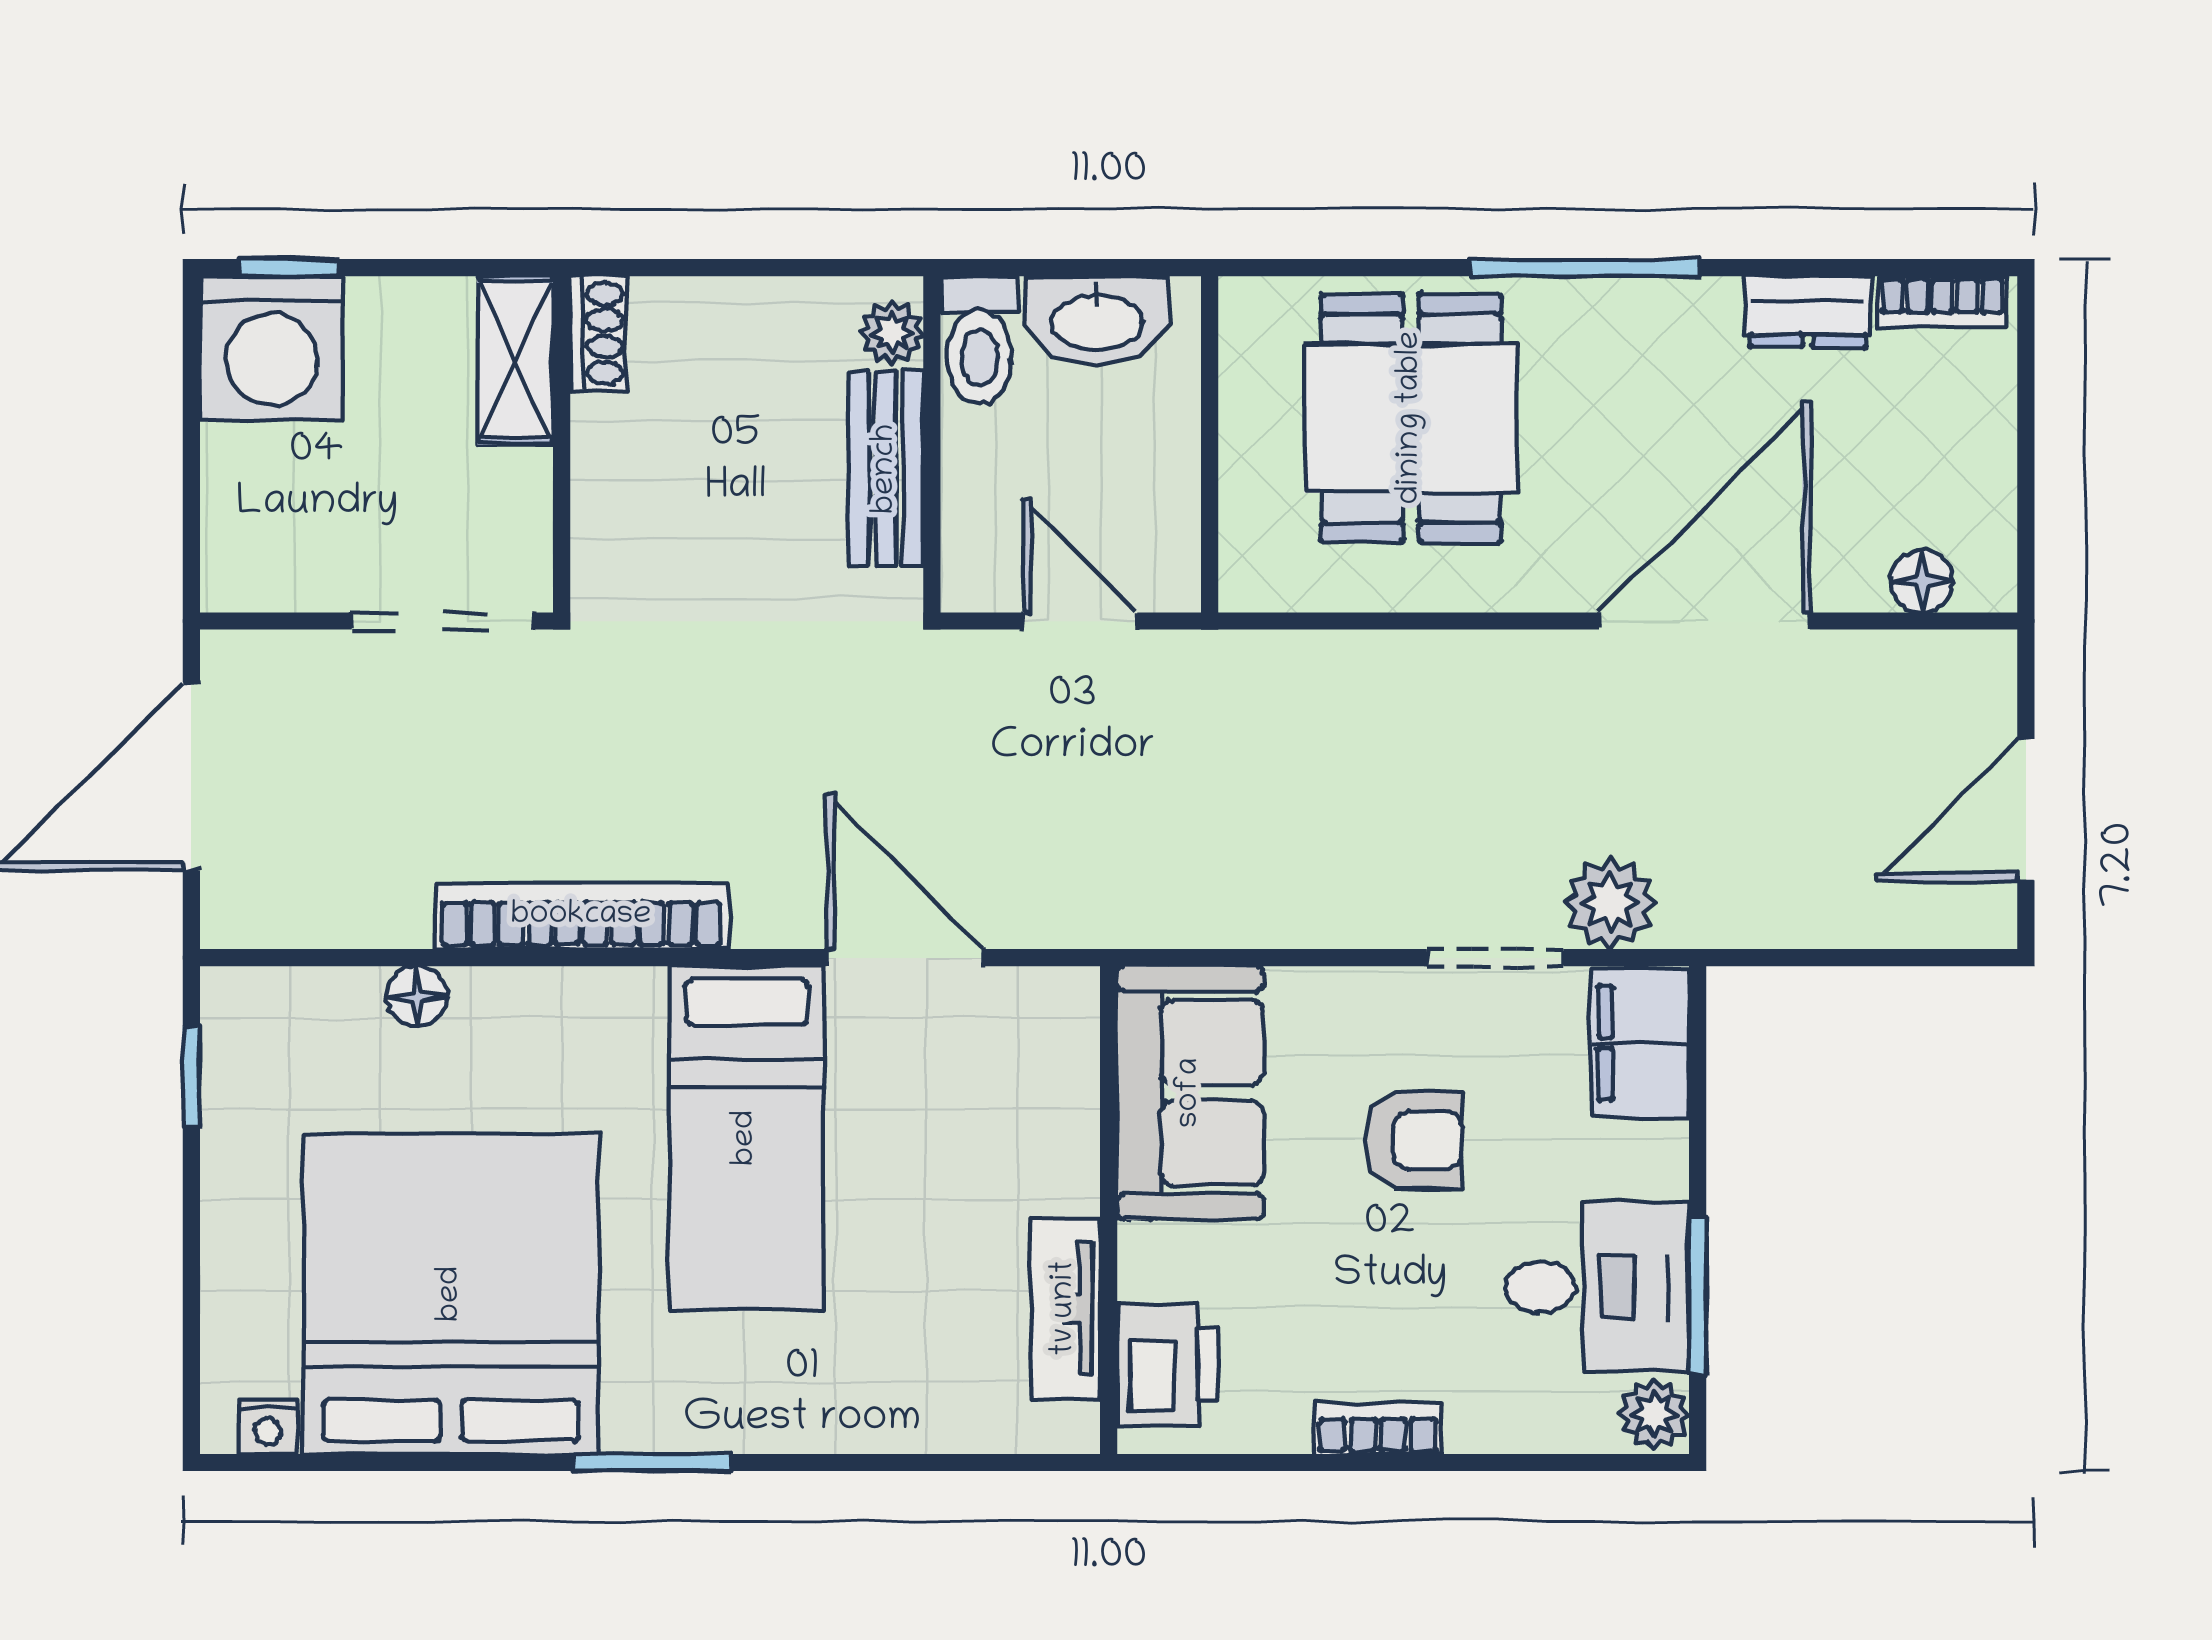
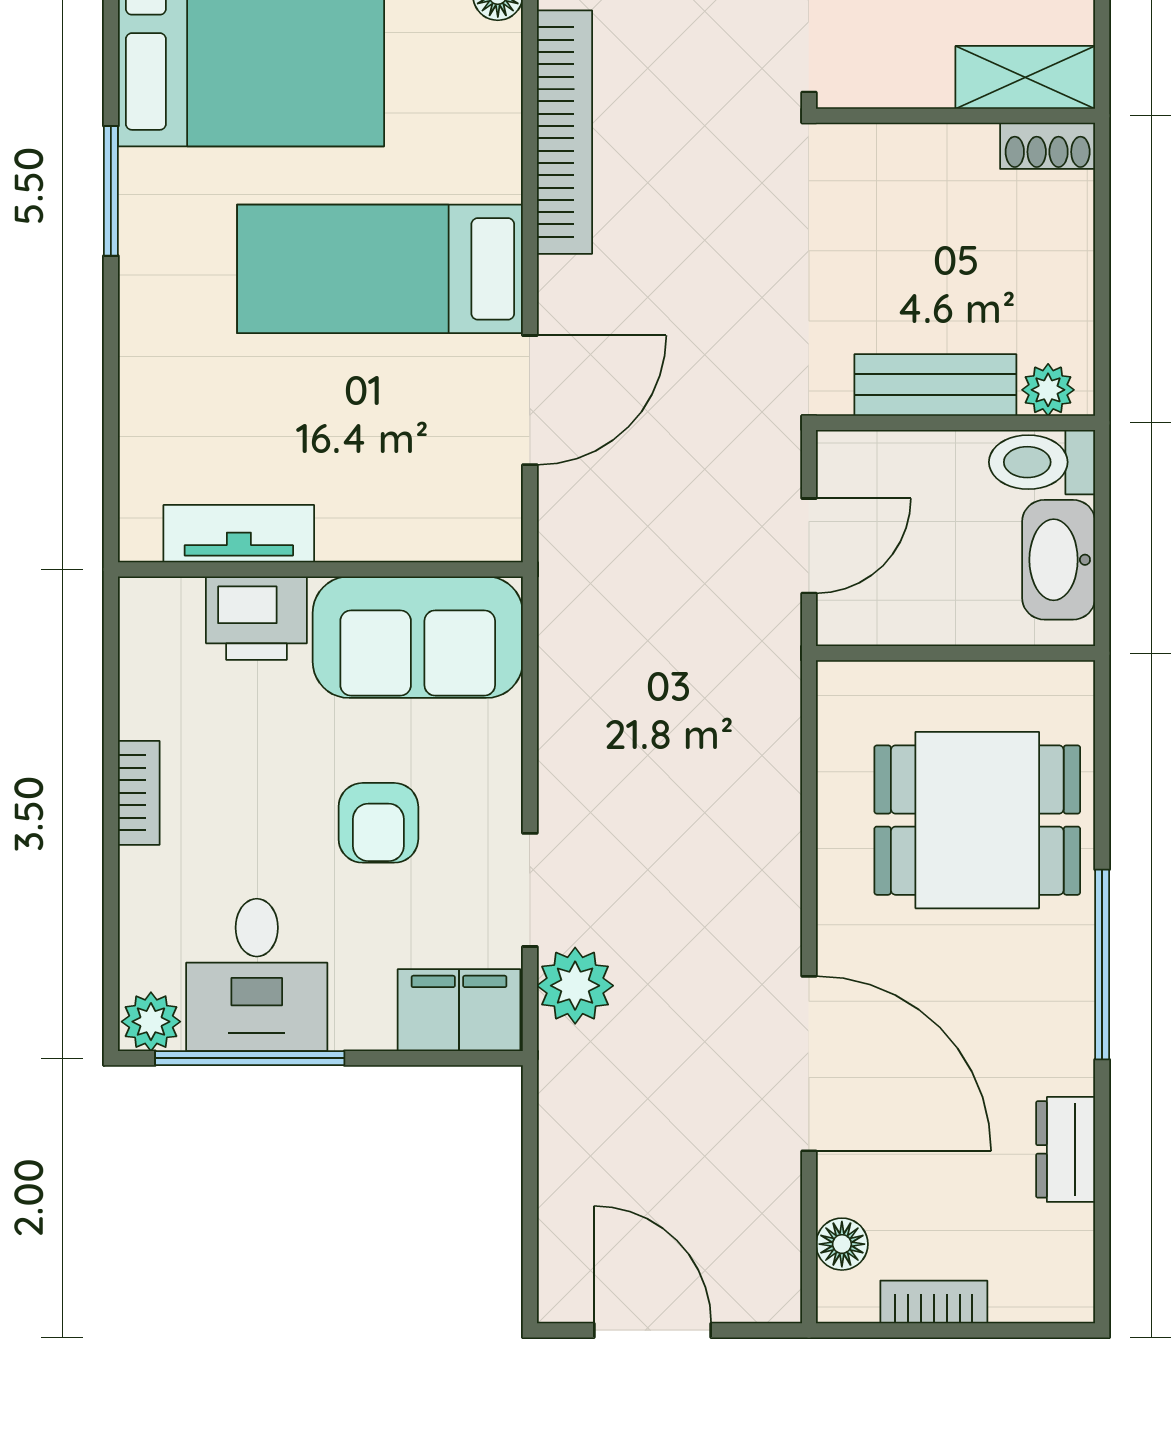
bookcase: (1942, 302) -> (934, 1302), moved, turned 90
window: (1698, 1295) -> (250, 1058), width x1.44
printer: (1167, 1365) -> (256, 618), moved

